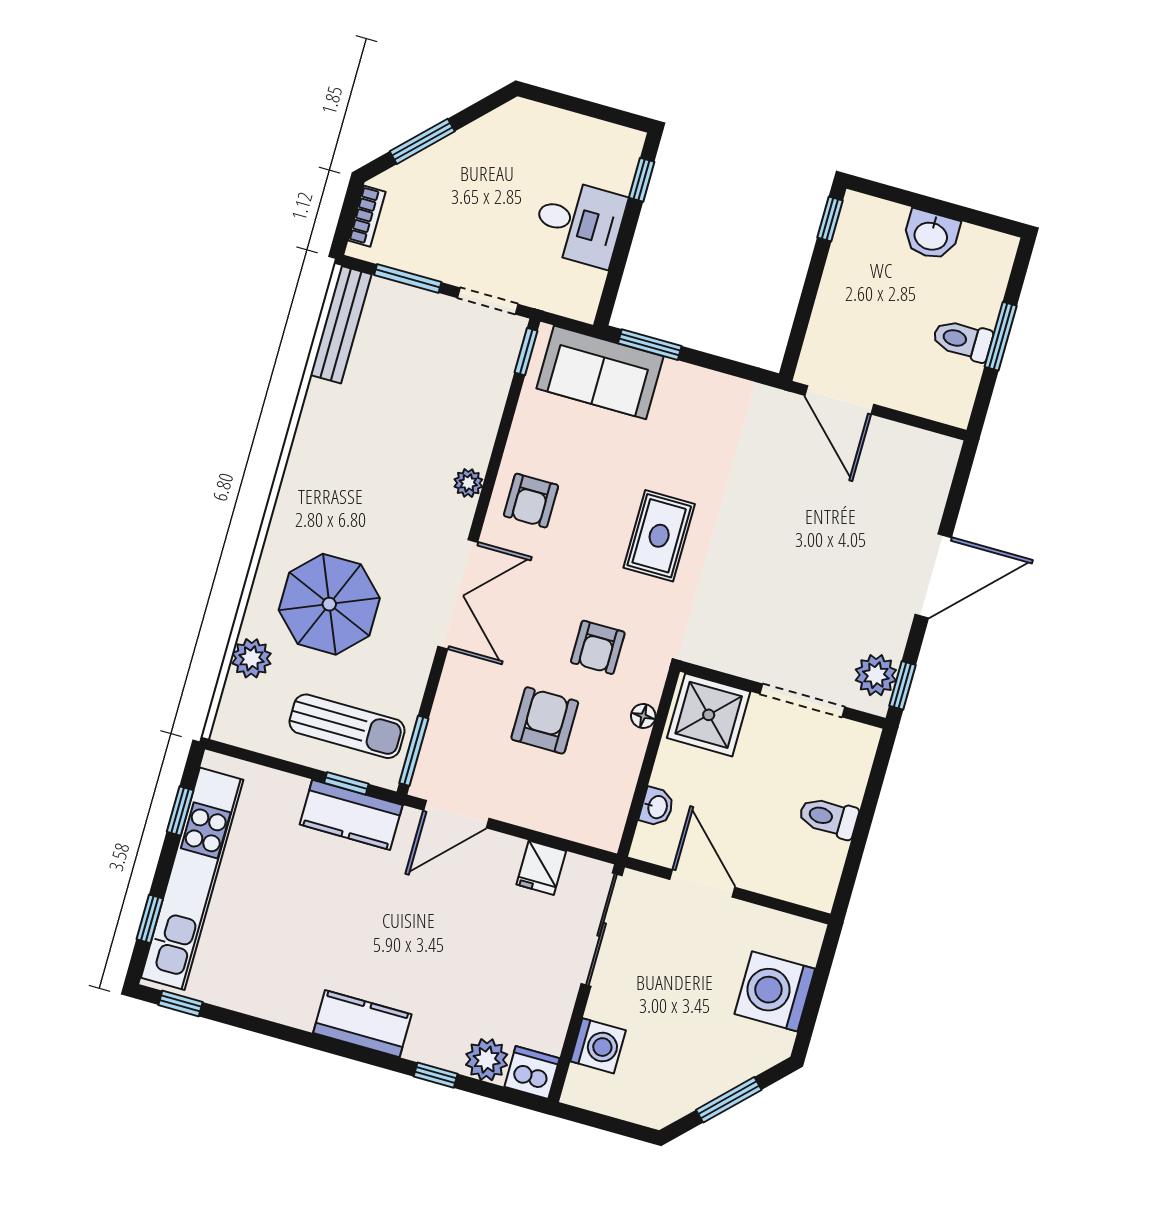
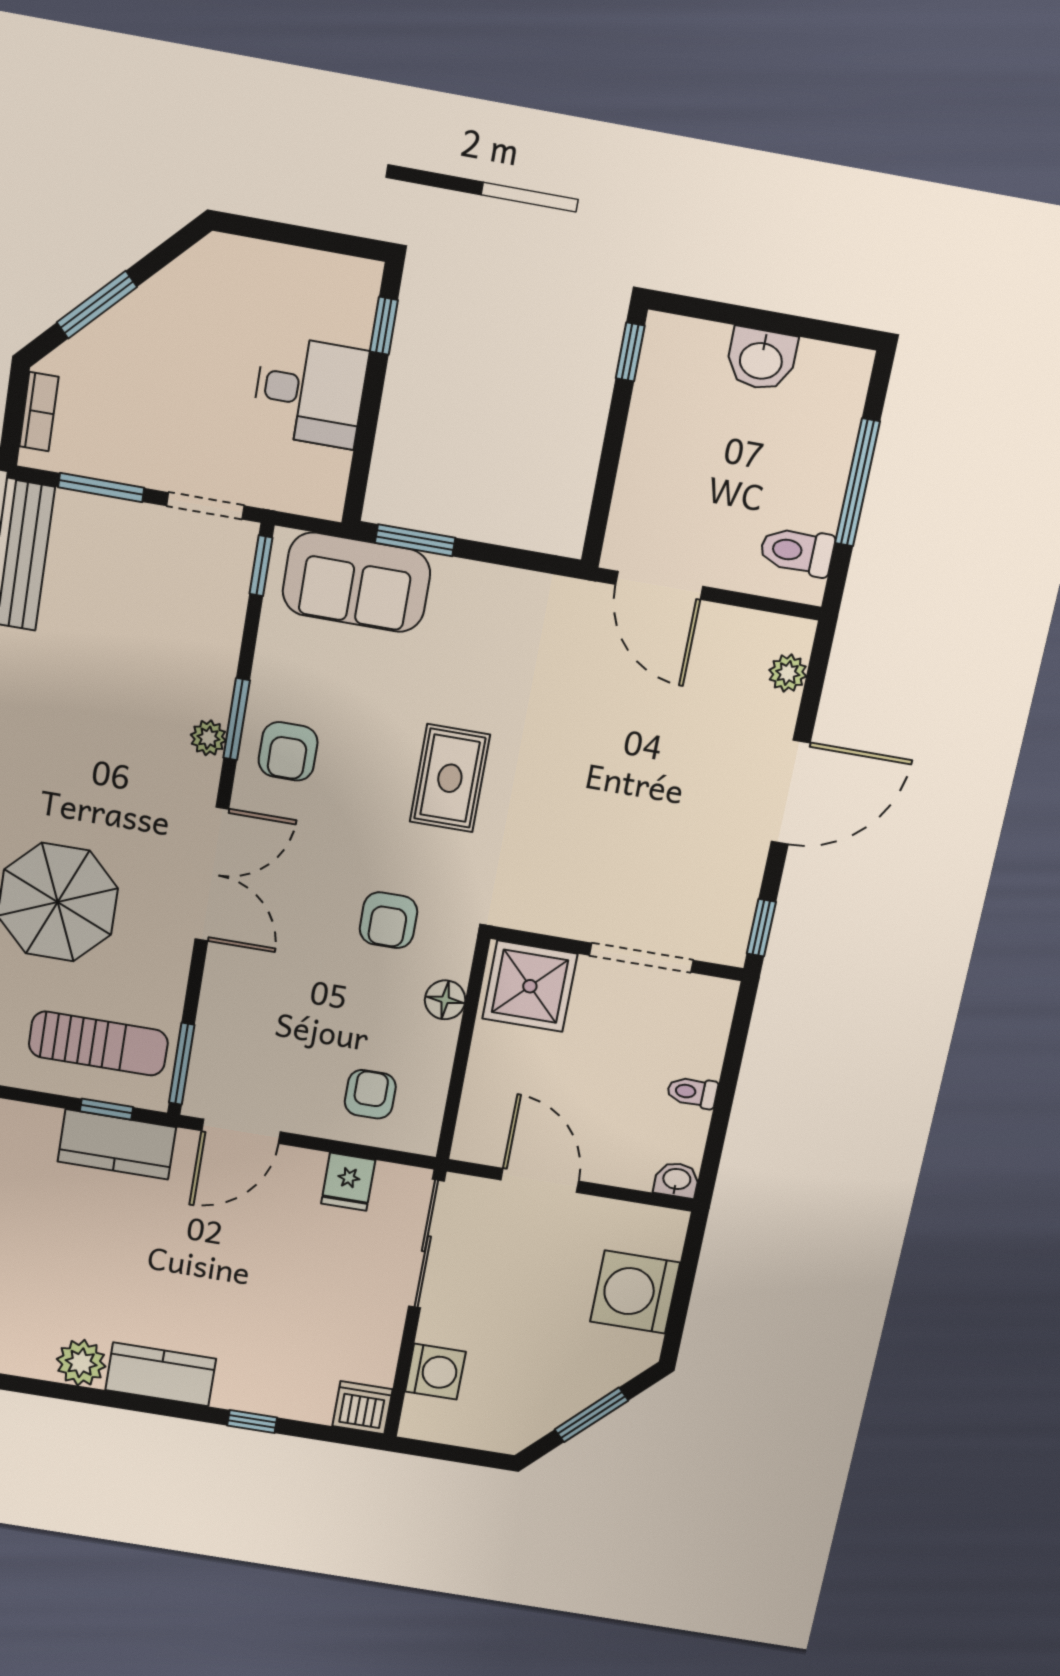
window: (1001, 336) -> (857, 483), width x1.44
toilet: (962, 340) -> (797, 551), moved
window: (493, 470) -> (237, 719), added
plant: (876, 675) -> (788, 673), moved, width x0.73, depth x0.73
floor lamp: (643, 716) -> (445, 1000), width x1.37, depth x1.37
armchair: (545, 720) -> (370, 1094), moved, width x0.72, depth x0.72
washbasin: (657, 807) -> (677, 1180), moved, turned -90
toilet: (828, 817) -> (692, 1092), width x0.73, depth x0.72
plant: (487, 1060) -> (81, 1363), moved

